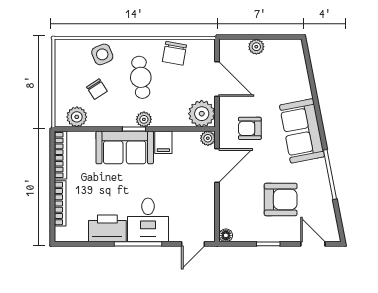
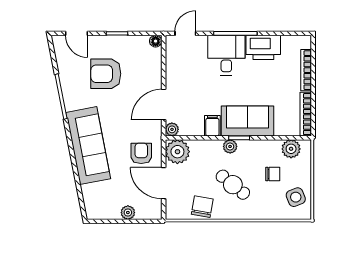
side table: (102, 54) -> (296, 197), moved
cafe table: (141, 77) -> (233, 185), turned -44
chair: (97, 89) -> (273, 174), turned 123
armchair: (250, 128) -> (141, 153), moved, turned -90
sofa: (302, 131) -> (88, 146), width x1.36

